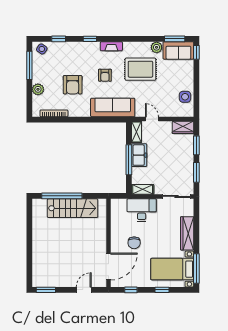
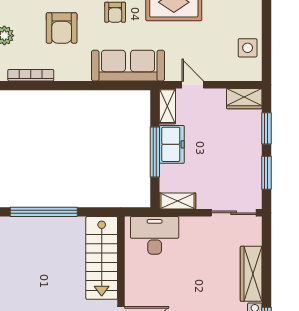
stairs: (73, 208) -> (102, 258), moved, turned 90
desk: (142, 210) -> (155, 235), moved
chair: (134, 243) -> (163, 289), removed

